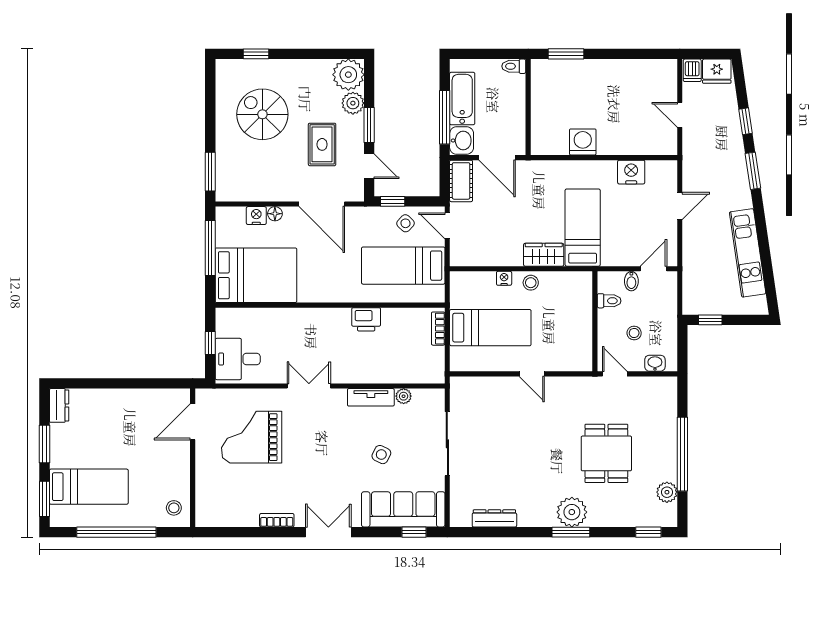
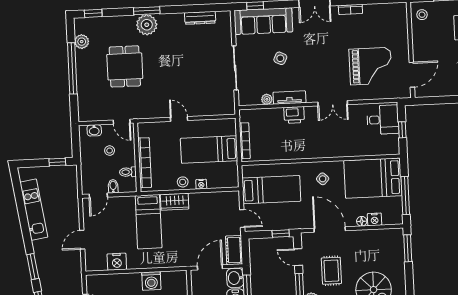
door: (497, 158) -> (210, 267), hinge flipped
side table: (406, 223) -> (323, 179), moved
bookcase: (584, 313) -> (145, 163), added
printer: (366, 319) -> (294, 115), moved, turned 180
bookcase: (438, 329) -> (245, 141), width x1.56

